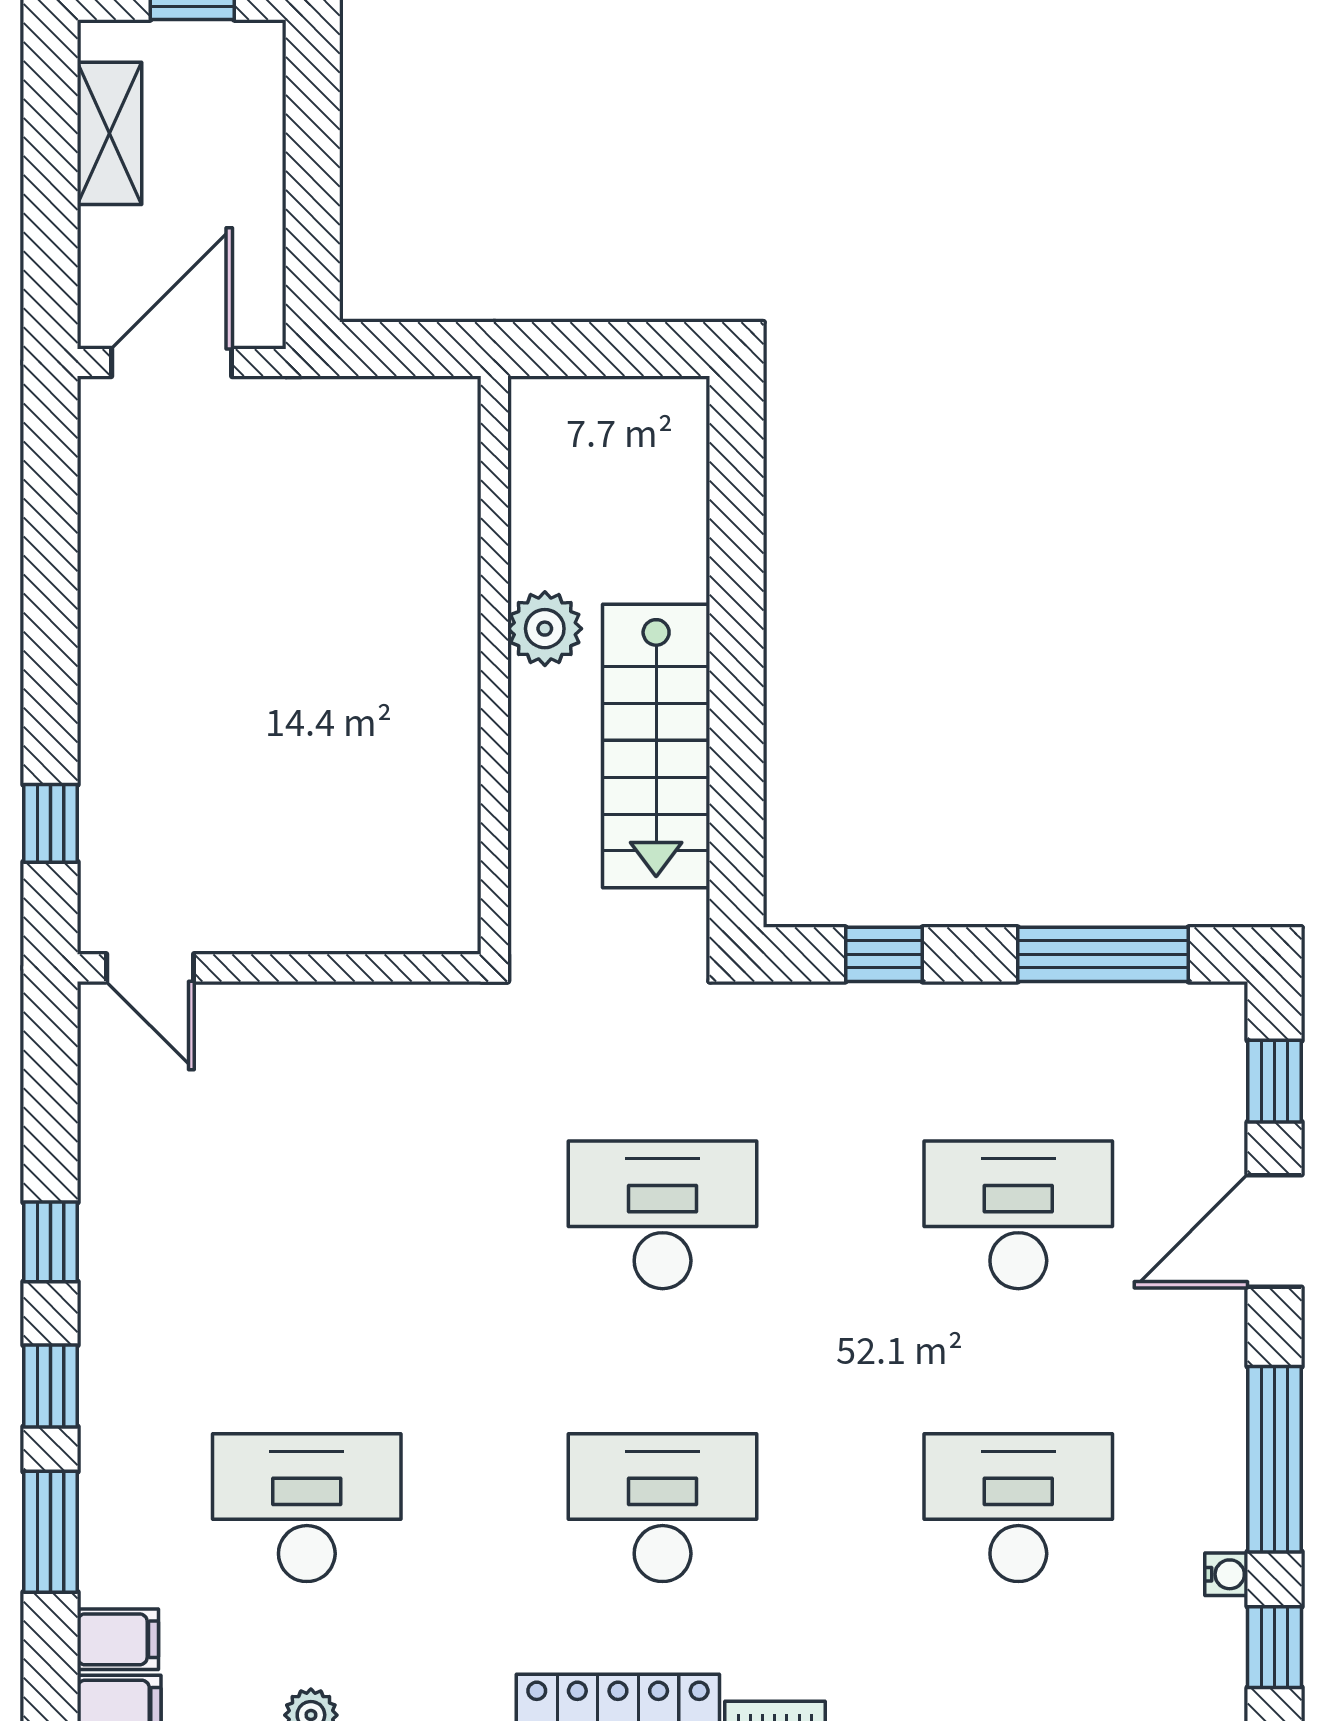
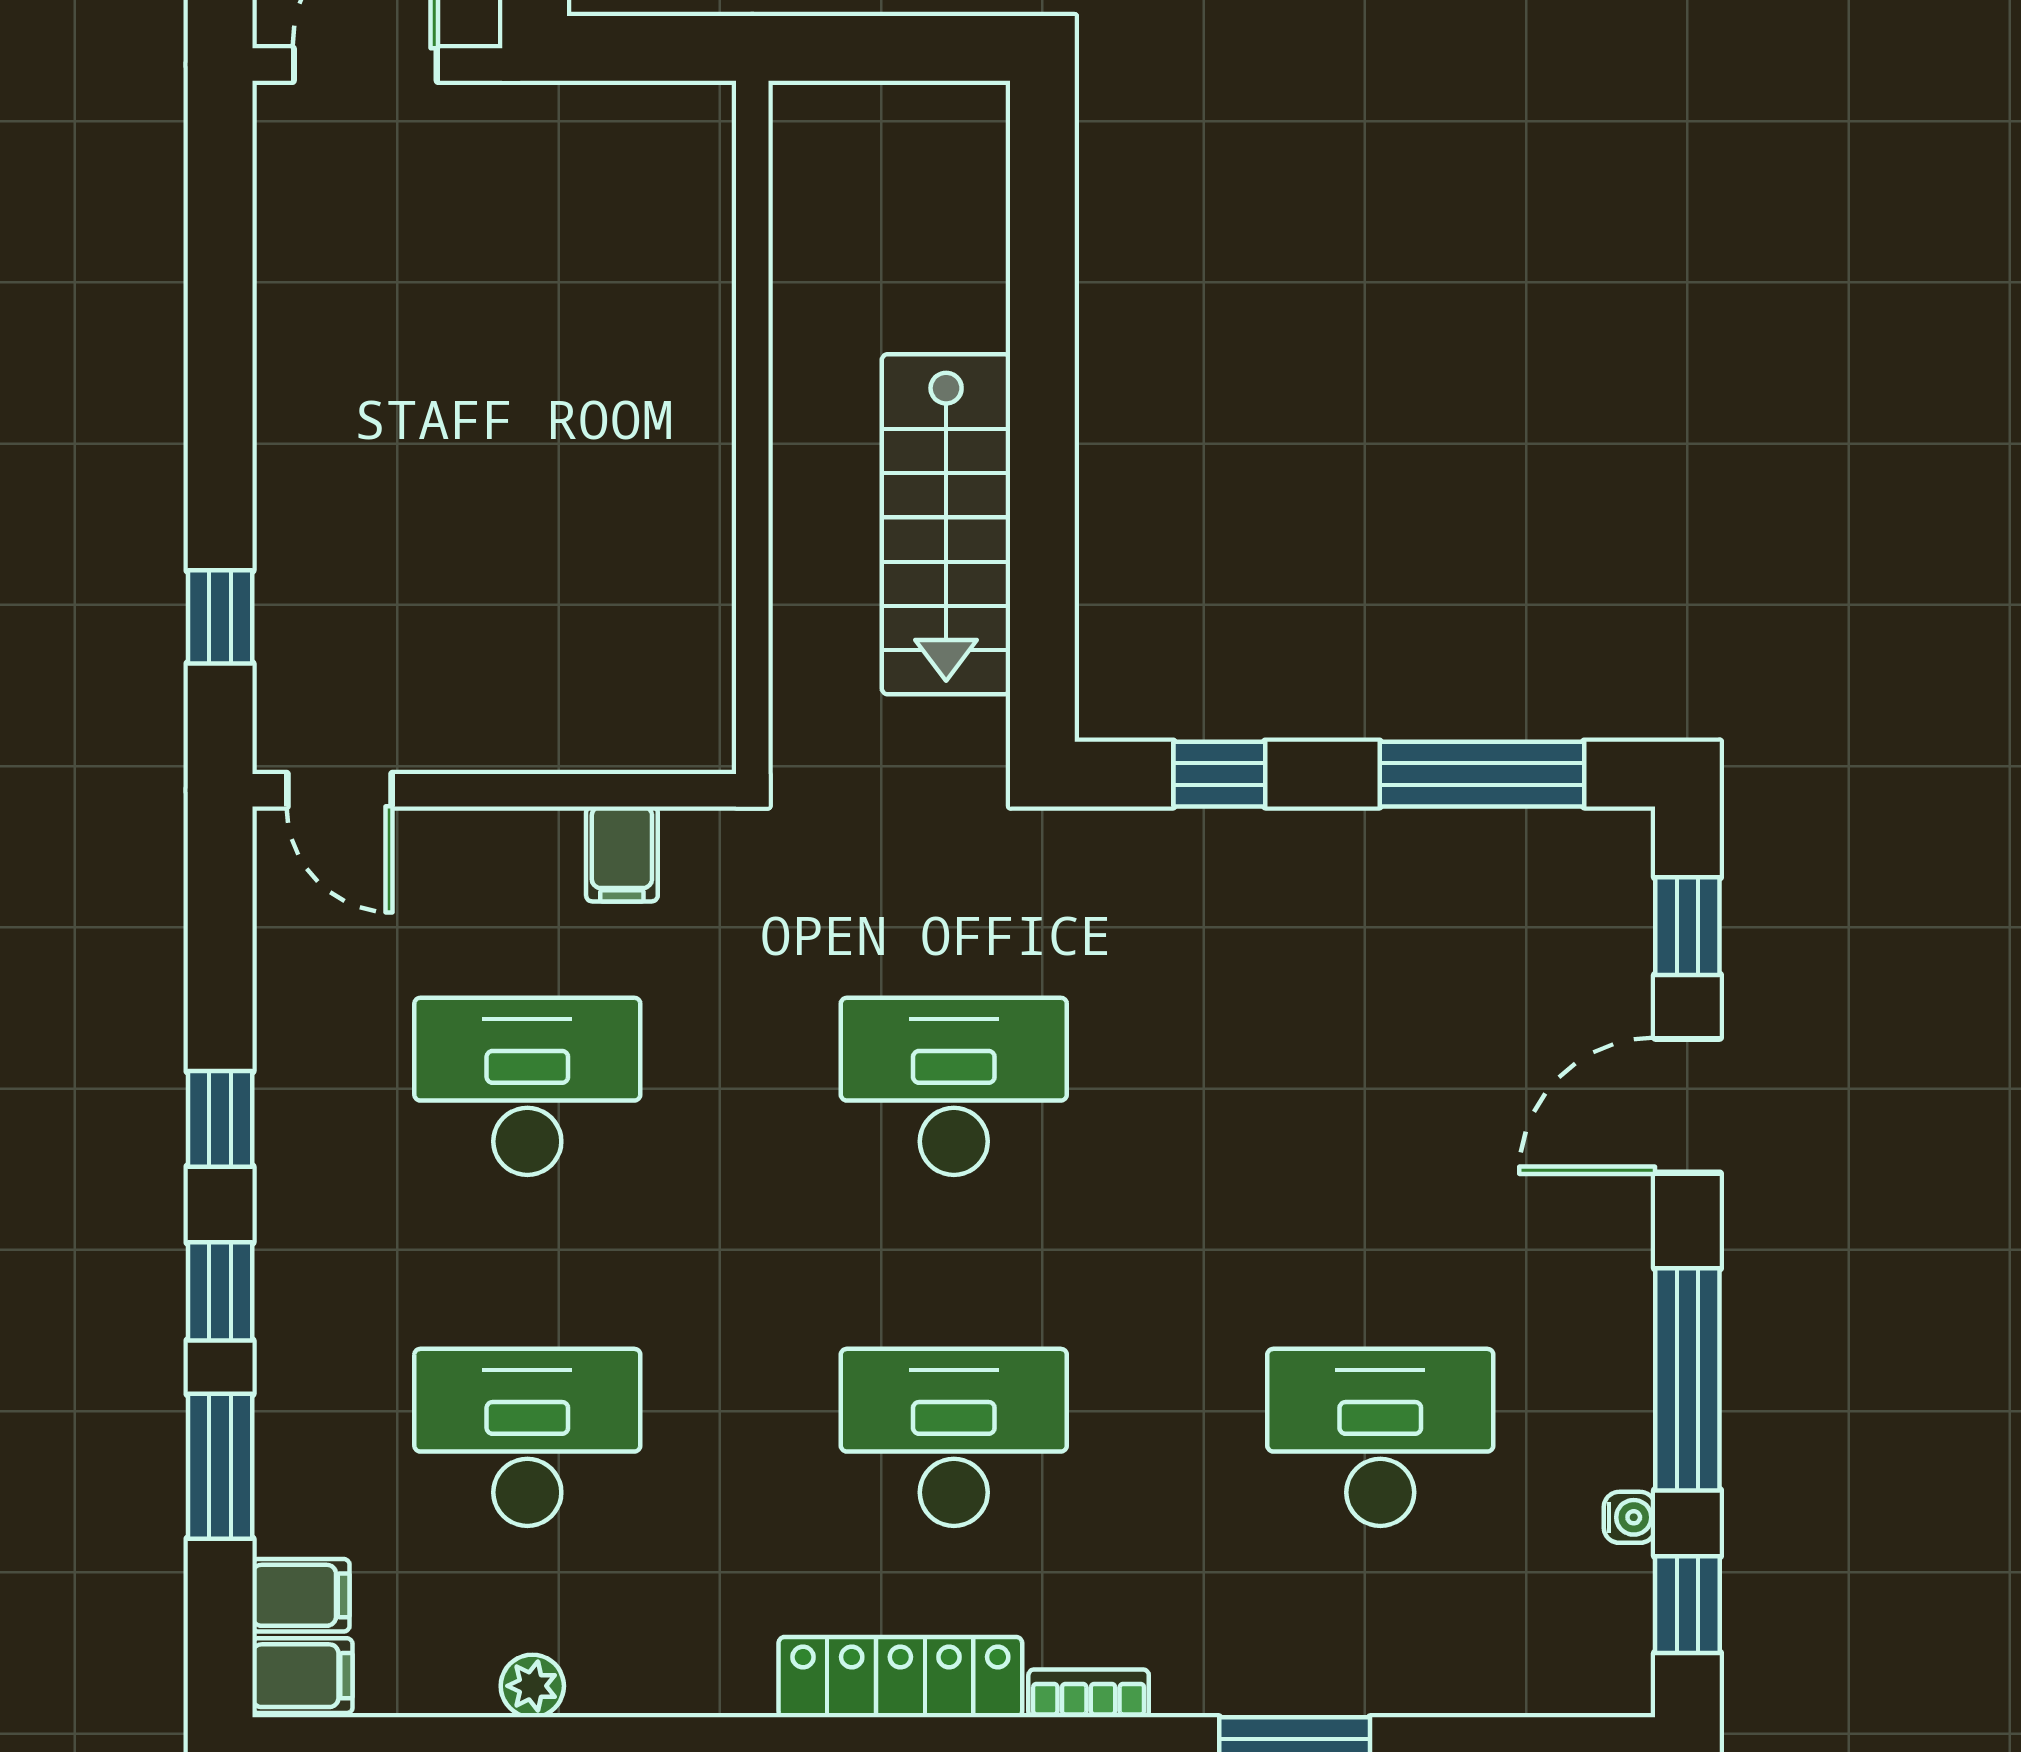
plant: (545, 629) -> (813, 384), removed
filing cabinet: (386, 1021) -> (622, 854), added
desk: (1018, 1215) -> (527, 1086), moved

